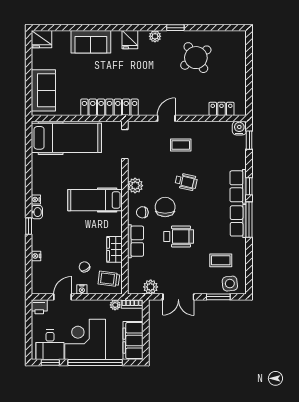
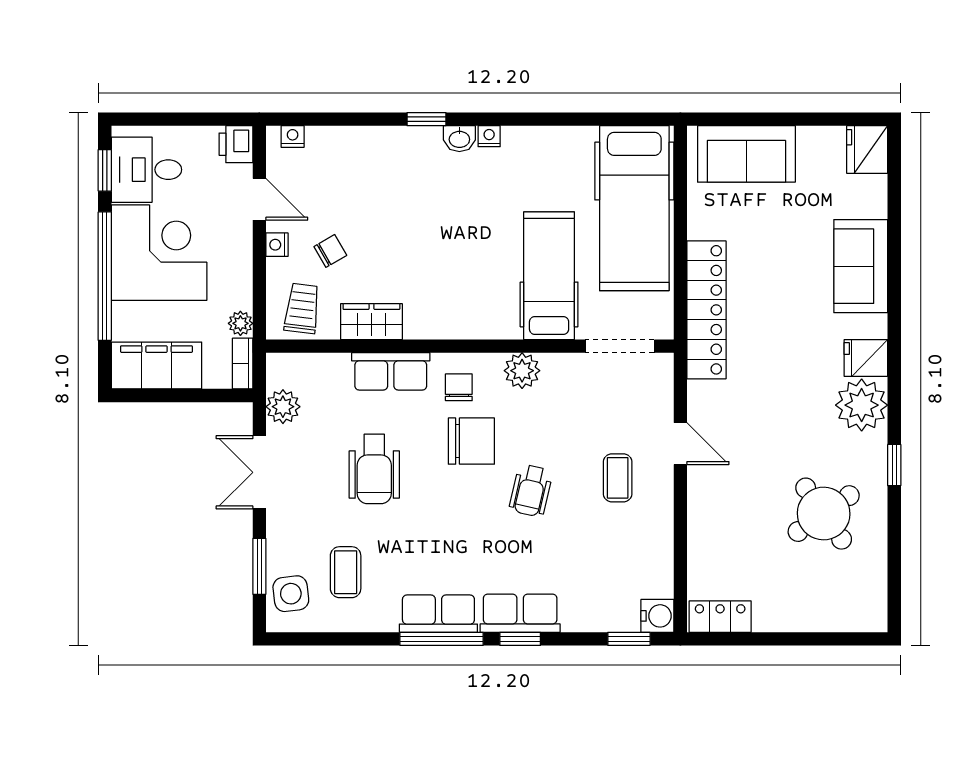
plant: (155, 36) -> (862, 405), width x1.87, depth x1.87
locker: (221, 109) -> (720, 617), moved, turned -90
hospital bed: (95, 200) -> (549, 276), moved
wheelchair: (179, 236) -> (374, 469), moved
nightstand: (36, 256) -> (293, 137), moved

